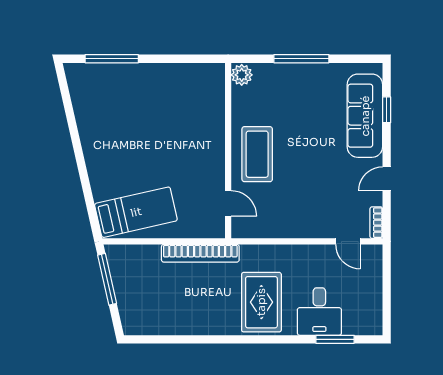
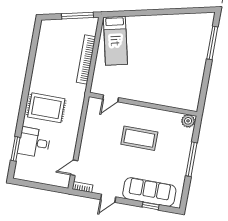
coffee table: (257, 154) -> (139, 138), moved
door: (387, 179) -> (108, 198), swing flipped
bookcase: (200, 253) -> (86, 60), moved

